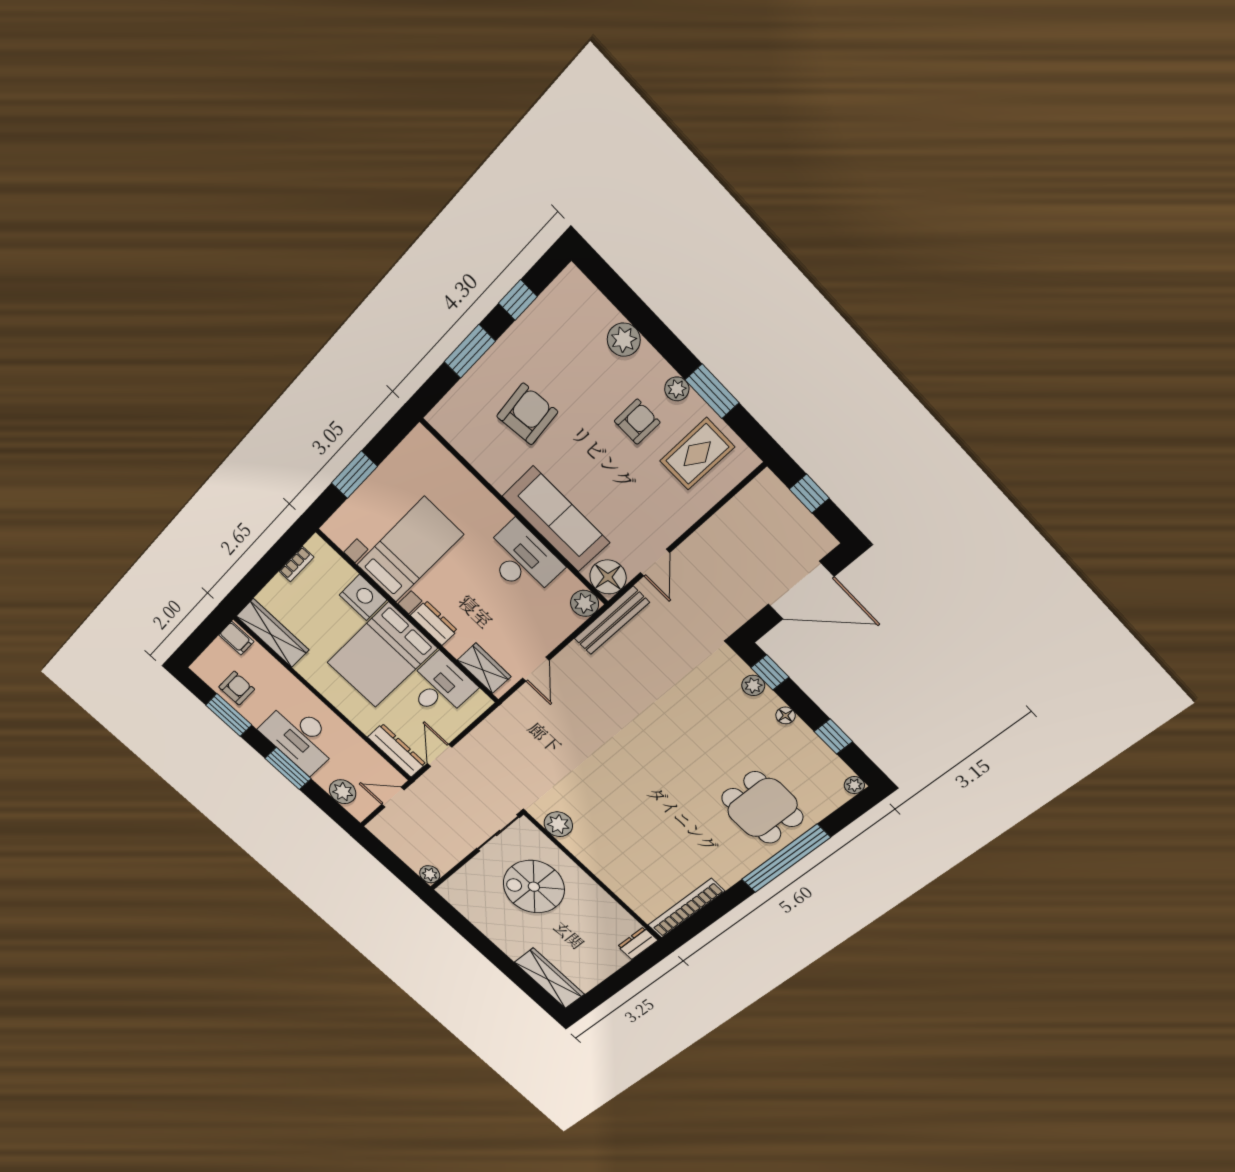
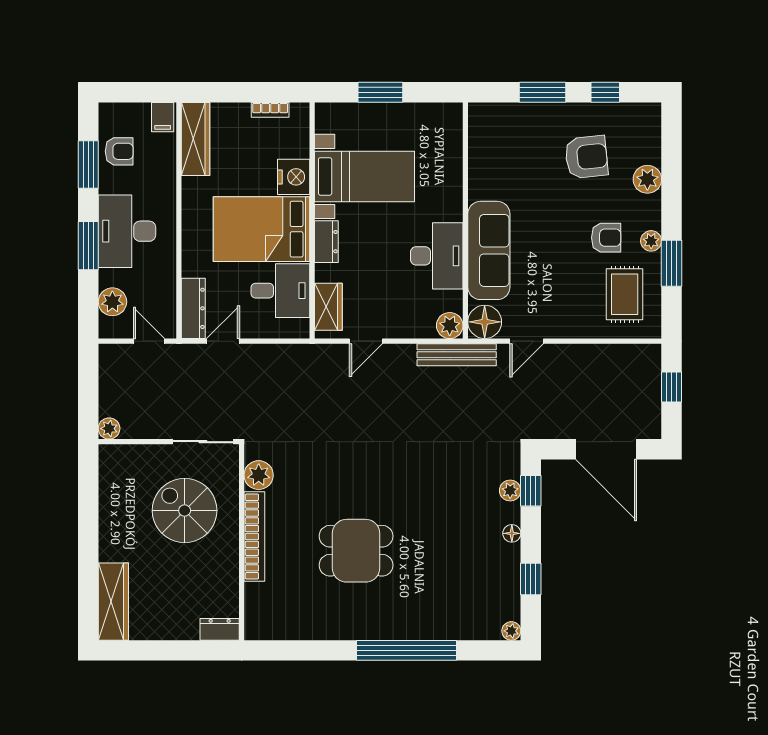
armchair: (527, 414) -> (586, 157), moved
rug: (697, 454) -> (625, 294), turned 90
dining table: (762, 808) -> (356, 551), moved, turned 90
bookcase: (686, 908) -> (254, 537), moved, turned 90

